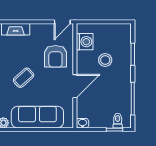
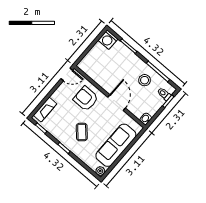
door: (62, 22) -> (67, 74), hinge flipped
washing machine: (85, 42) -> (108, 40), moved, turned 180
armchair: (55, 56) -> (86, 99), turned 180
stool: (105, 60) -> (145, 80), moved

